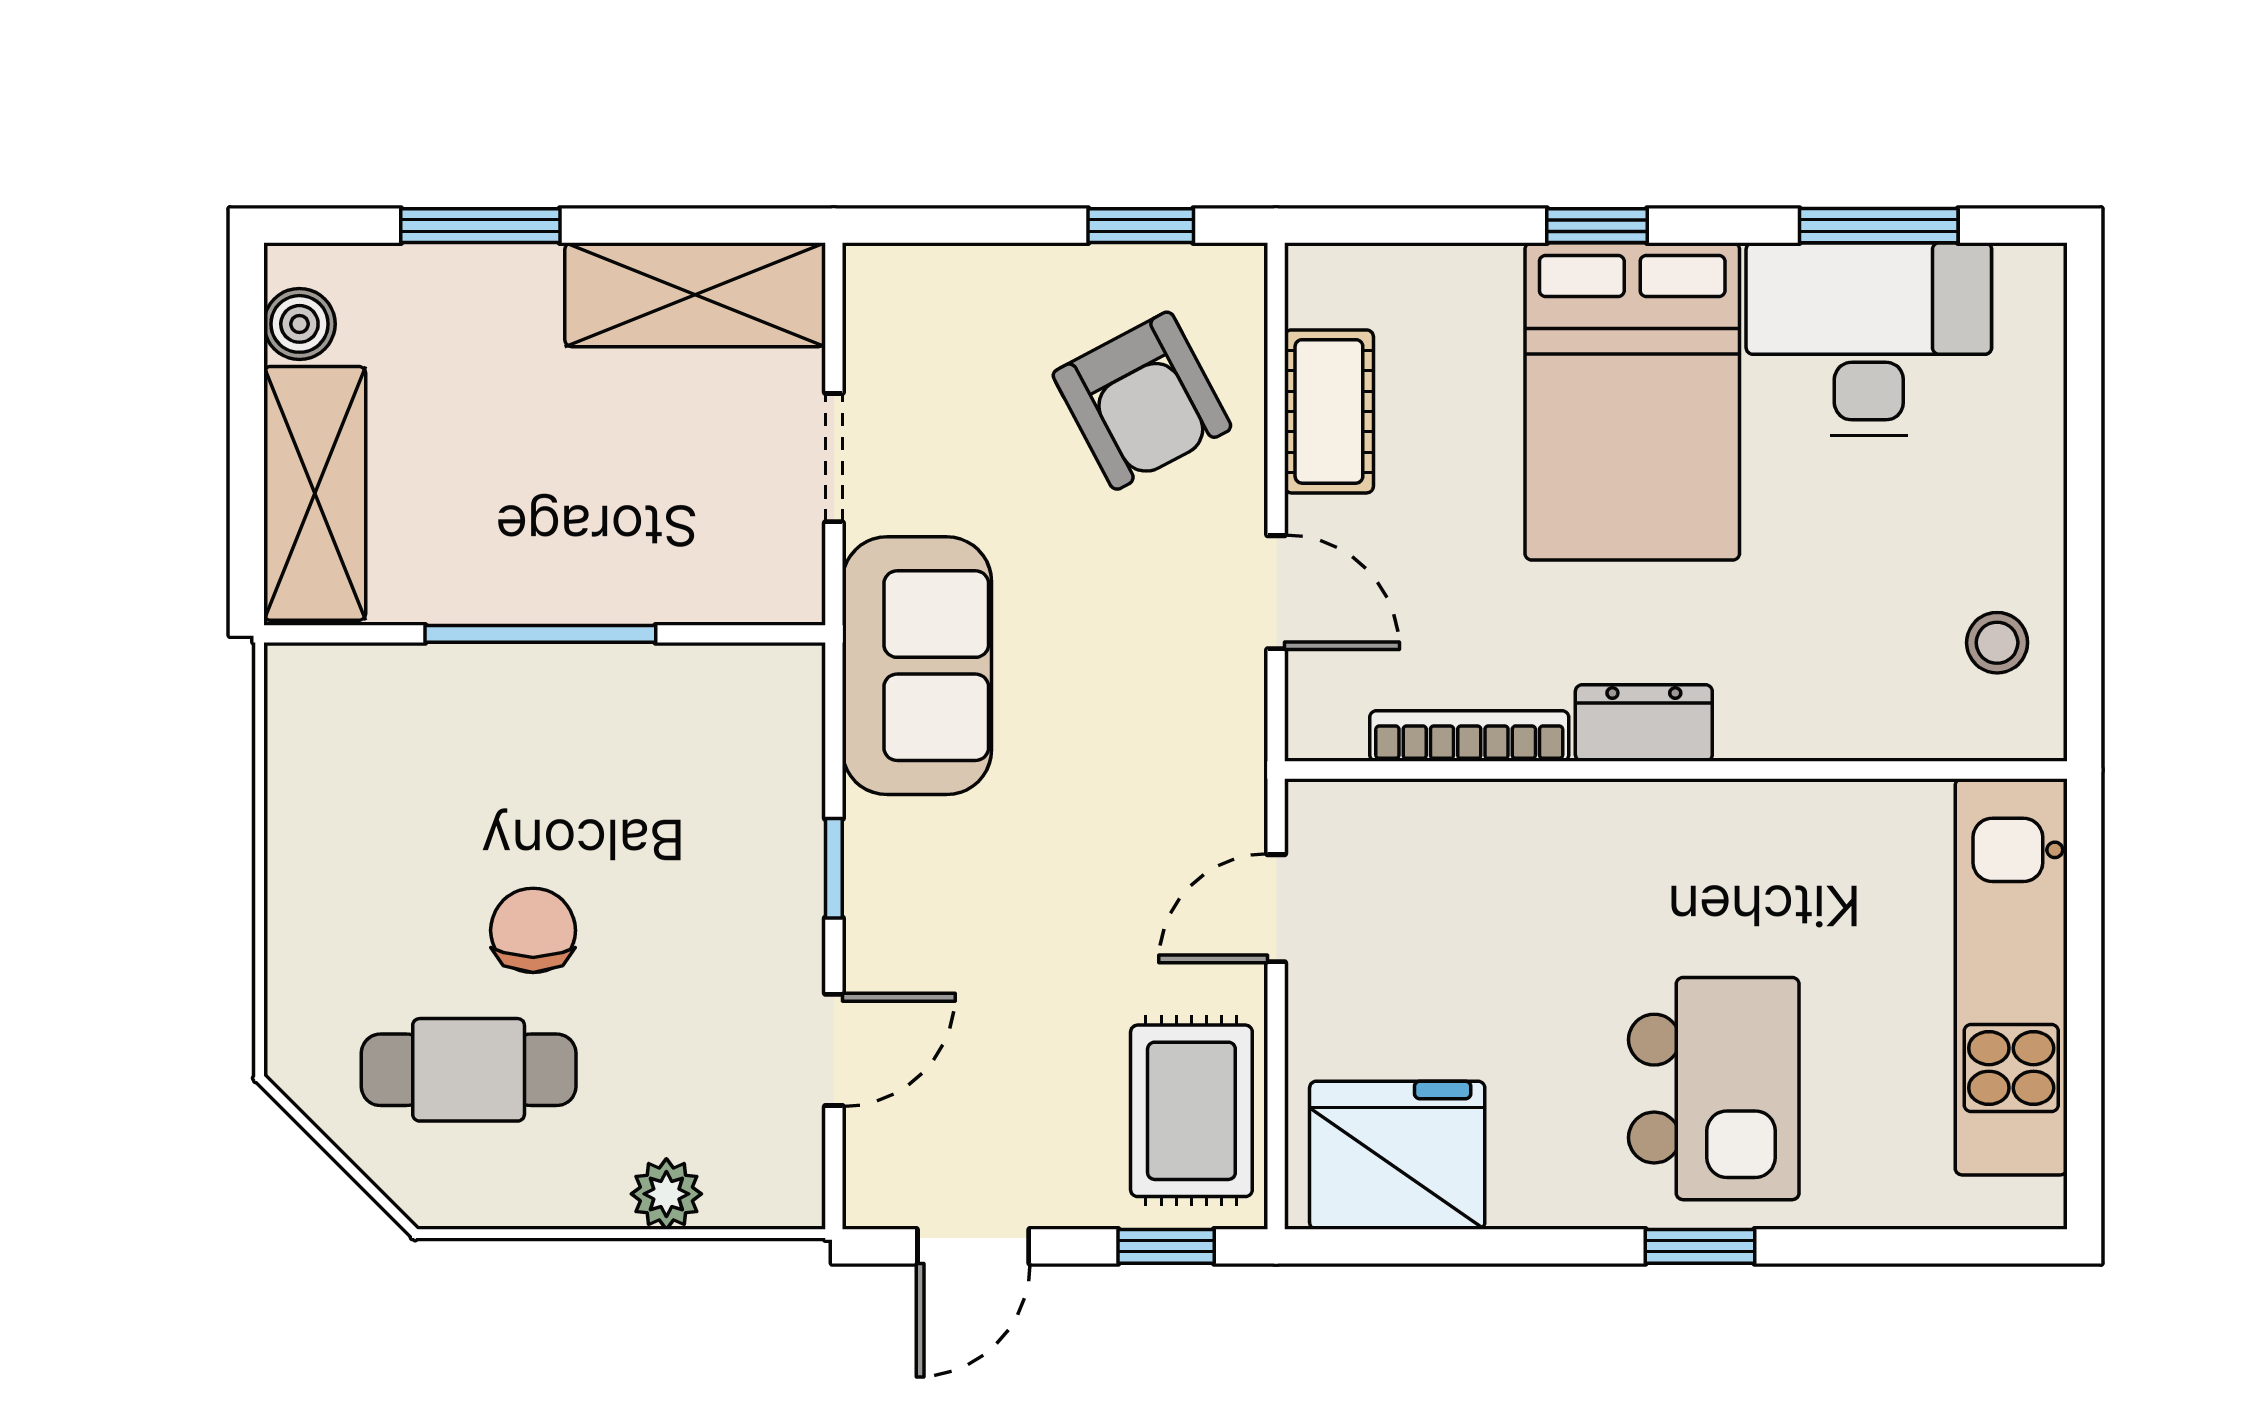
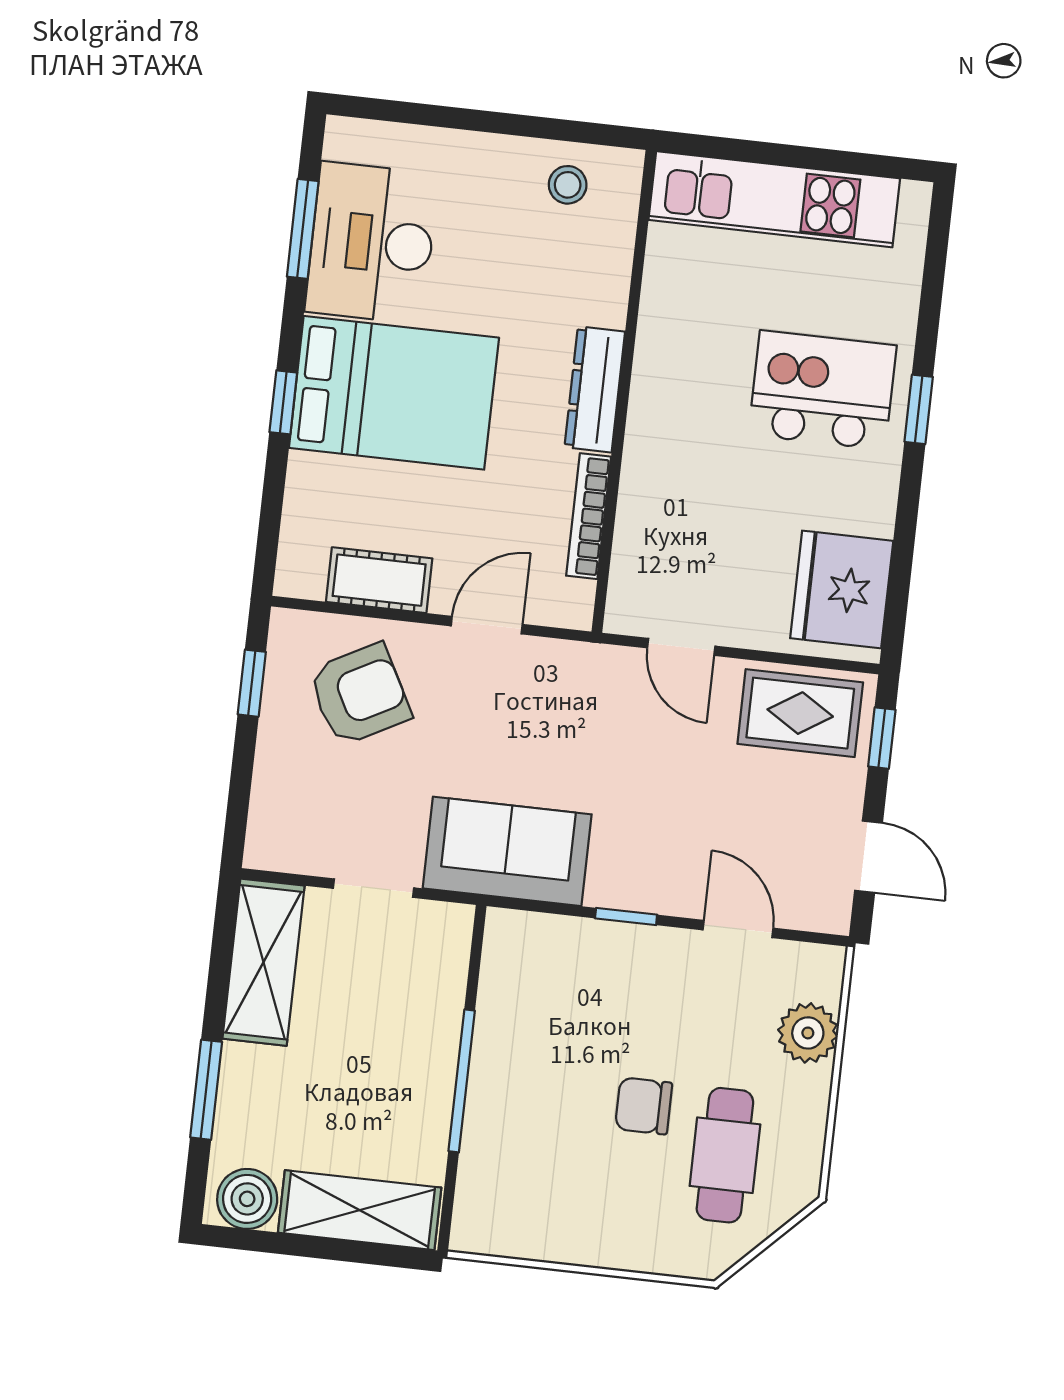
boiler: (299, 324) -> (247, 1199), width x1.36, depth x1.36
dresser: (1644, 723) -> (595, 389), width x1.44
plant: (666, 1194) -> (808, 1033), width x1.38, depth x1.38

